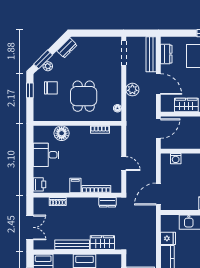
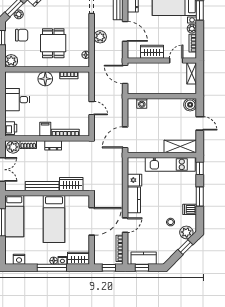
plant: (40, 115) -> (11, 61), added
door: (158, 129) -> (125, 74), swing flipped
floor lamp: (62, 133) -> (45, 79), moved
dresser: (107, 202) -> (53, 145), moved
plant: (42, 204) -> (13, 147), added

